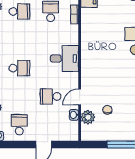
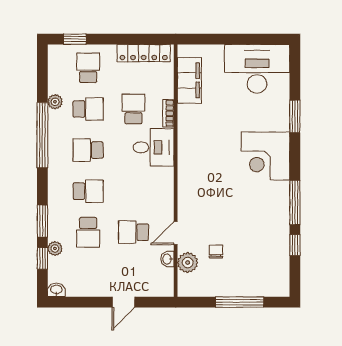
school desk: (19, 40) -> (88, 150), added
desk: (64, 59) -> (154, 147), moved
school desk: (19, 125) -> (88, 232), moved, turned 180

